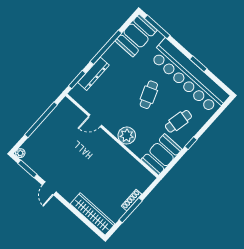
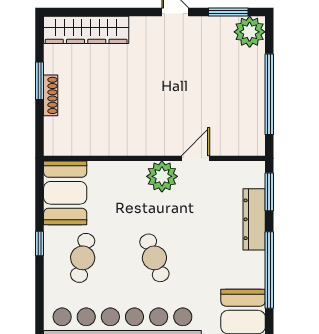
plant: (127, 136) -> (162, 176), moved
plant: (20, 153) -> (250, 32), width x1.88, depth x1.88
window: (131, 210) -> (40, 81), width x0.69

